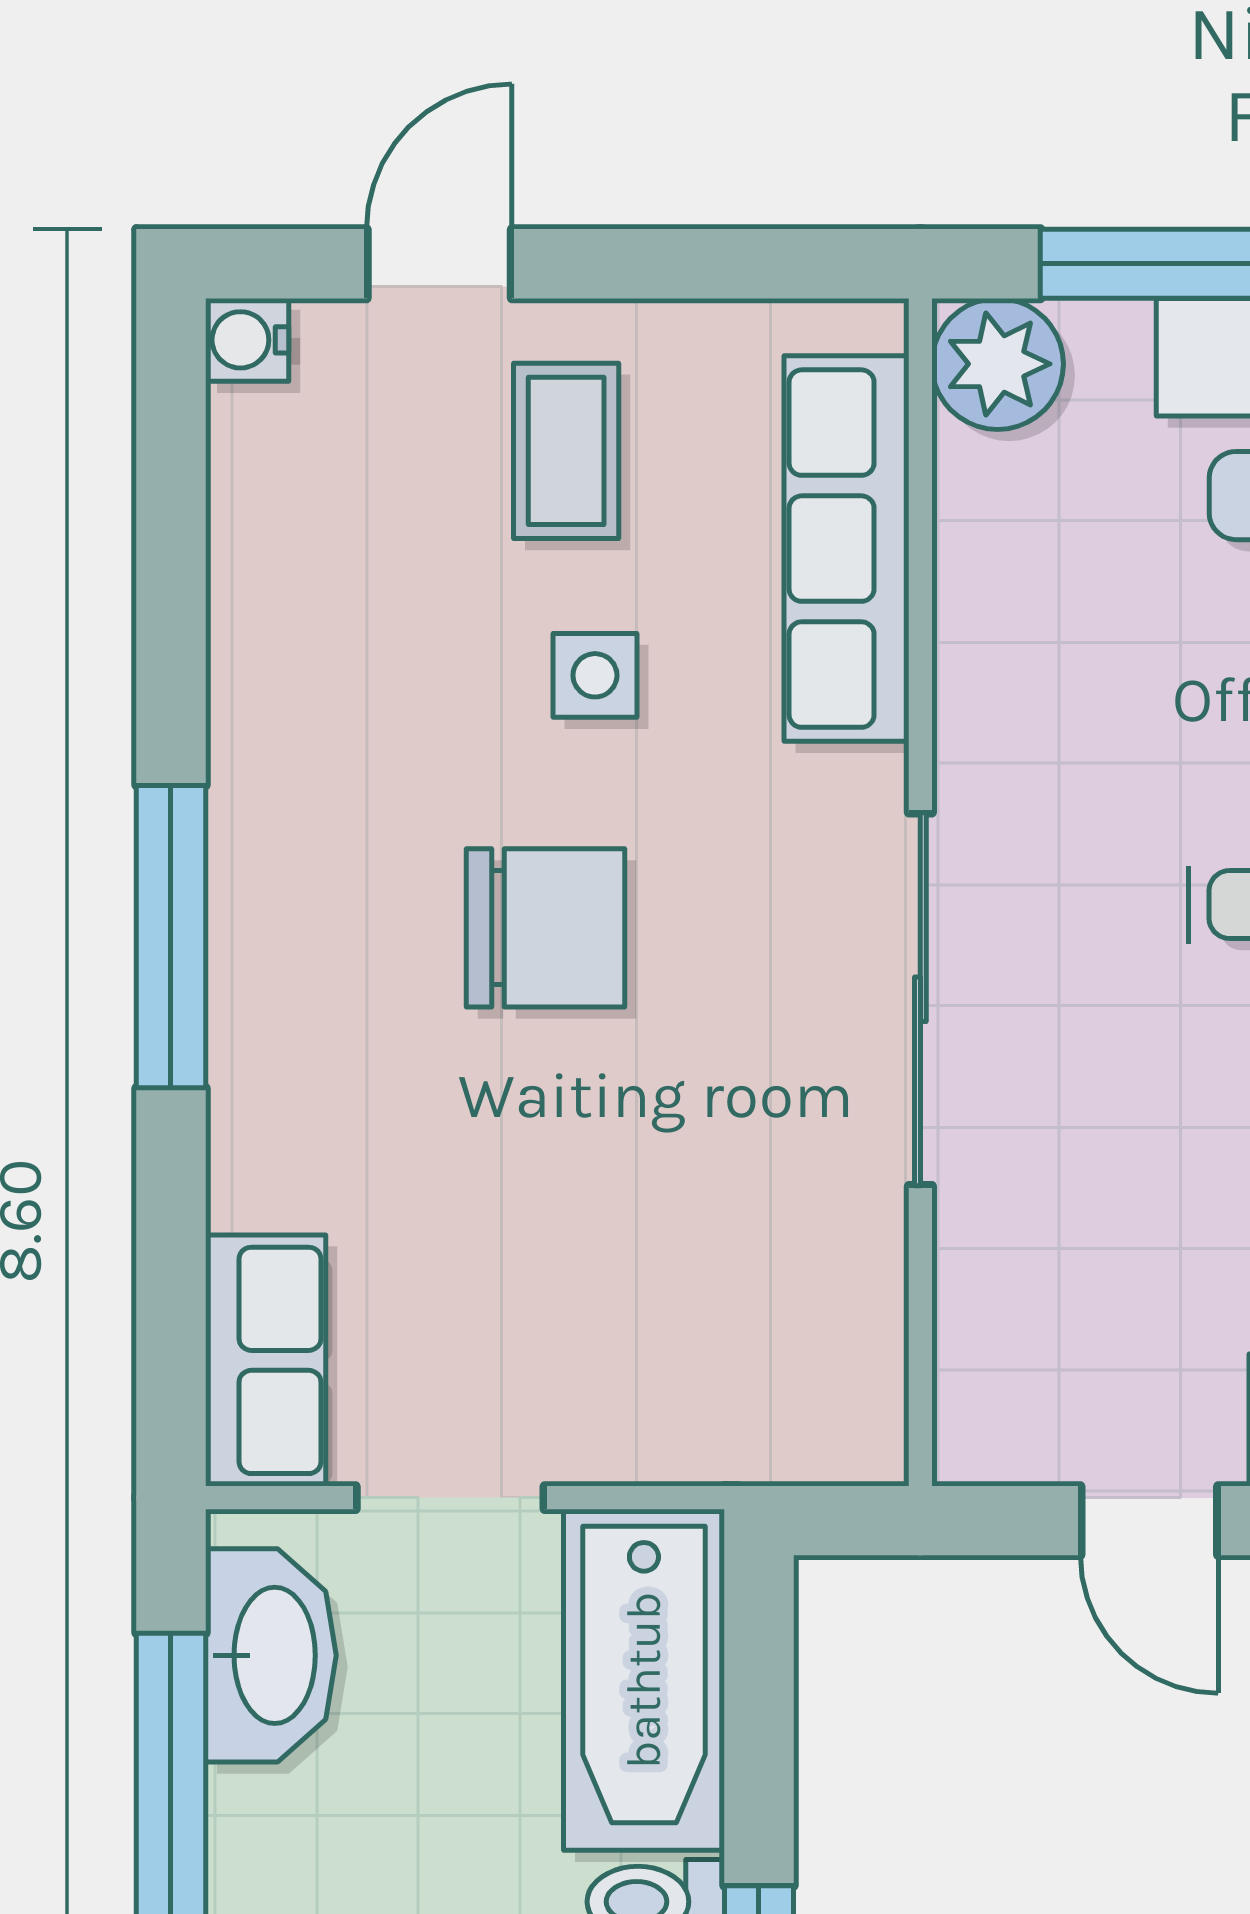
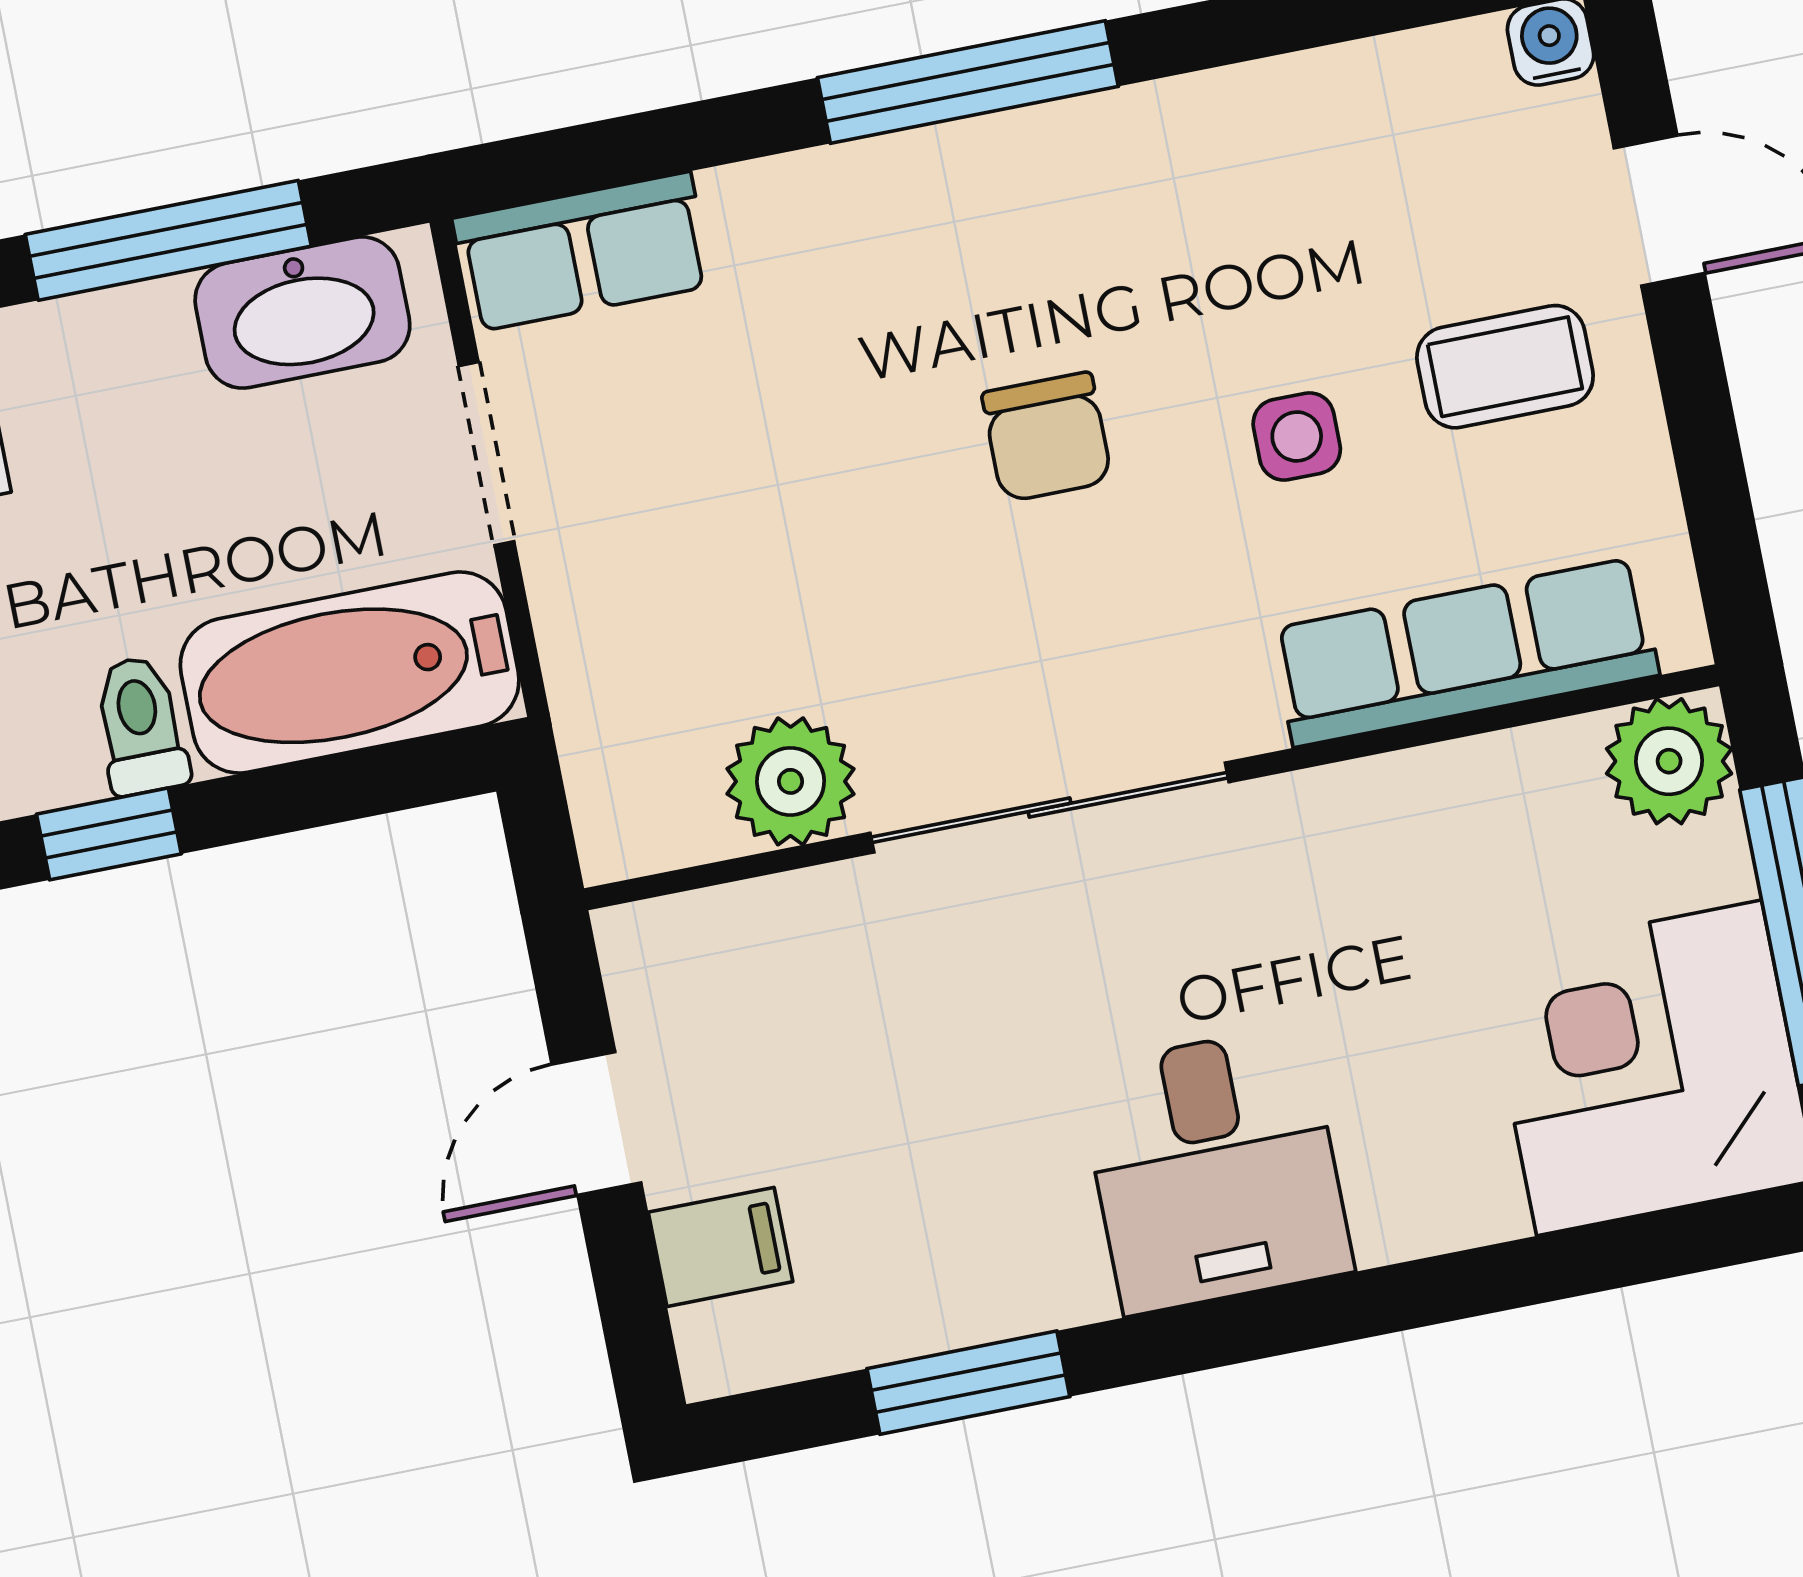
chair: (545, 928) -> (1047, 437), width x0.73, depth x0.73
plant: (842, 1256) -> (791, 781), added

